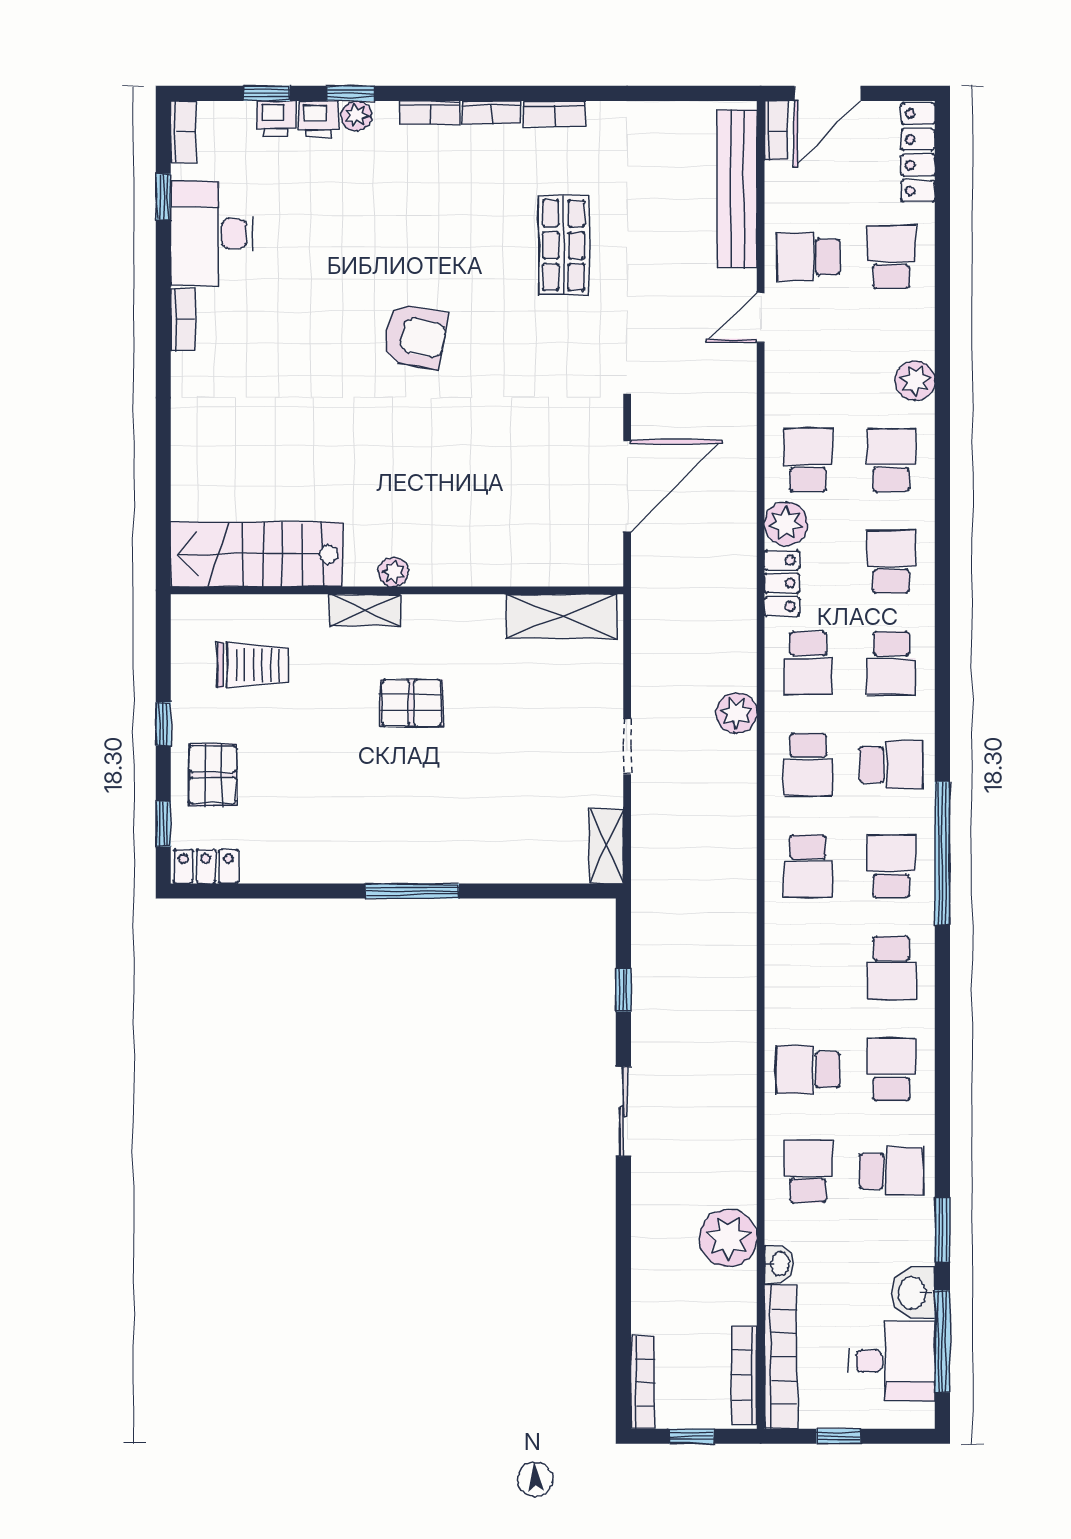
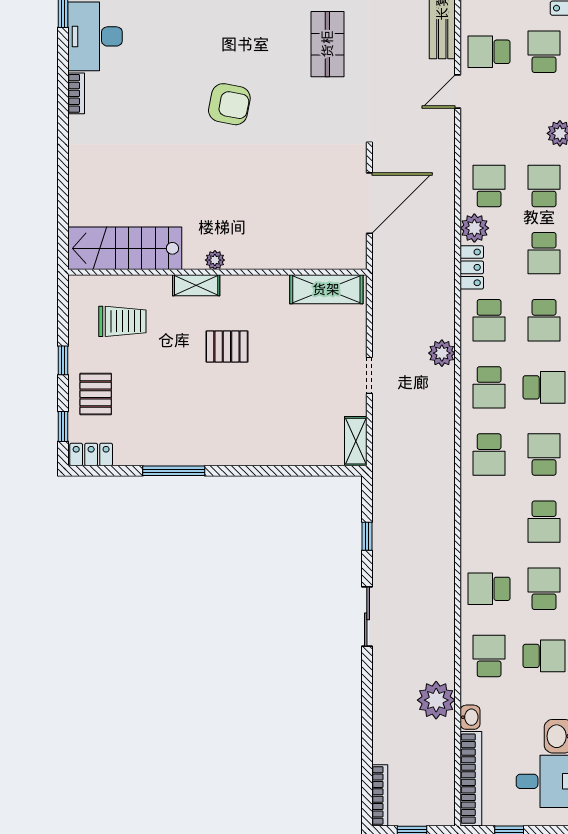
school desk: (891, 562) -> (544, 253), turned 180
window: (412, 891) -> (174, 471), moved
bookcase: (744, 1375) -> (447, 791), removed

